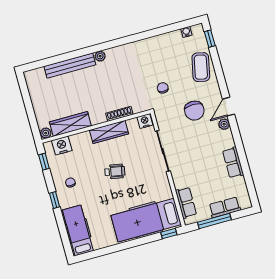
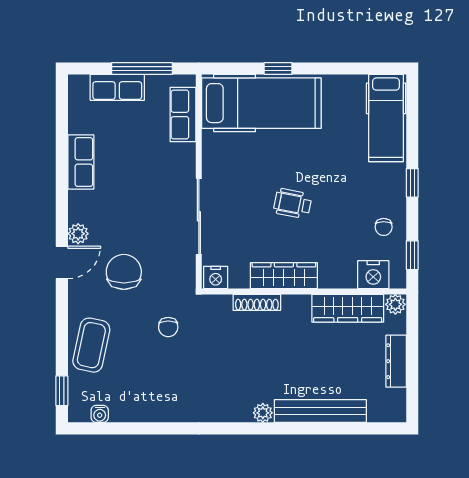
dresser: (37, 103) -> (396, 361), added
chair: (70, 182) -> (384, 227), moved
window: (169, 234) -> (278, 69), moved

